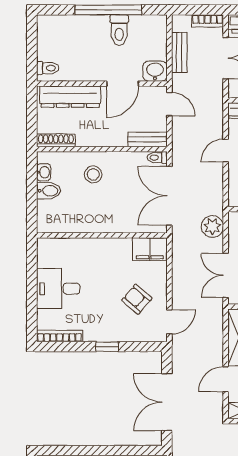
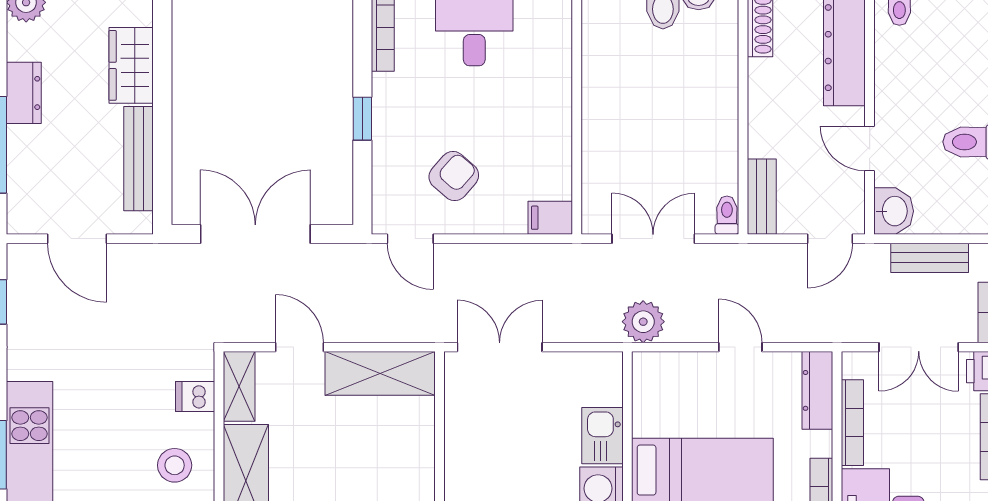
door: (123, 84) -> (870, 148), width x0.73
stool: (93, 174) -> (694, 92), removed
double door: (169, 196) -> (653, 239), width x0.73
plant: (212, 227) -> (643, 322), moved
filing cabinet: (150, 249) -> (550, 218), width x0.50

